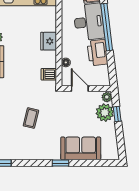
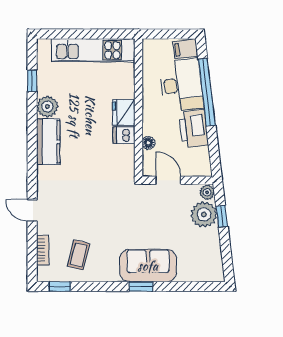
dishwasher: (49, 74) -> (124, 135), moved
coffee table: (31, 118) -> (79, 255), moved
sofa: (81, 148) -> (148, 266), moved

